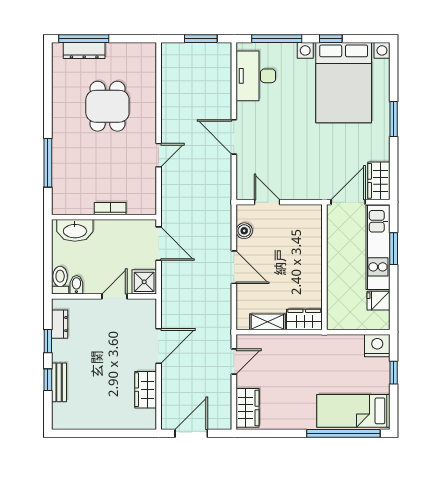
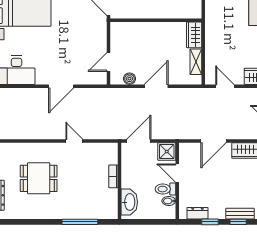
toilet: (60, 280) -> (165, 189), moved
door: (159, 346) -> (213, 141), swing flipped

